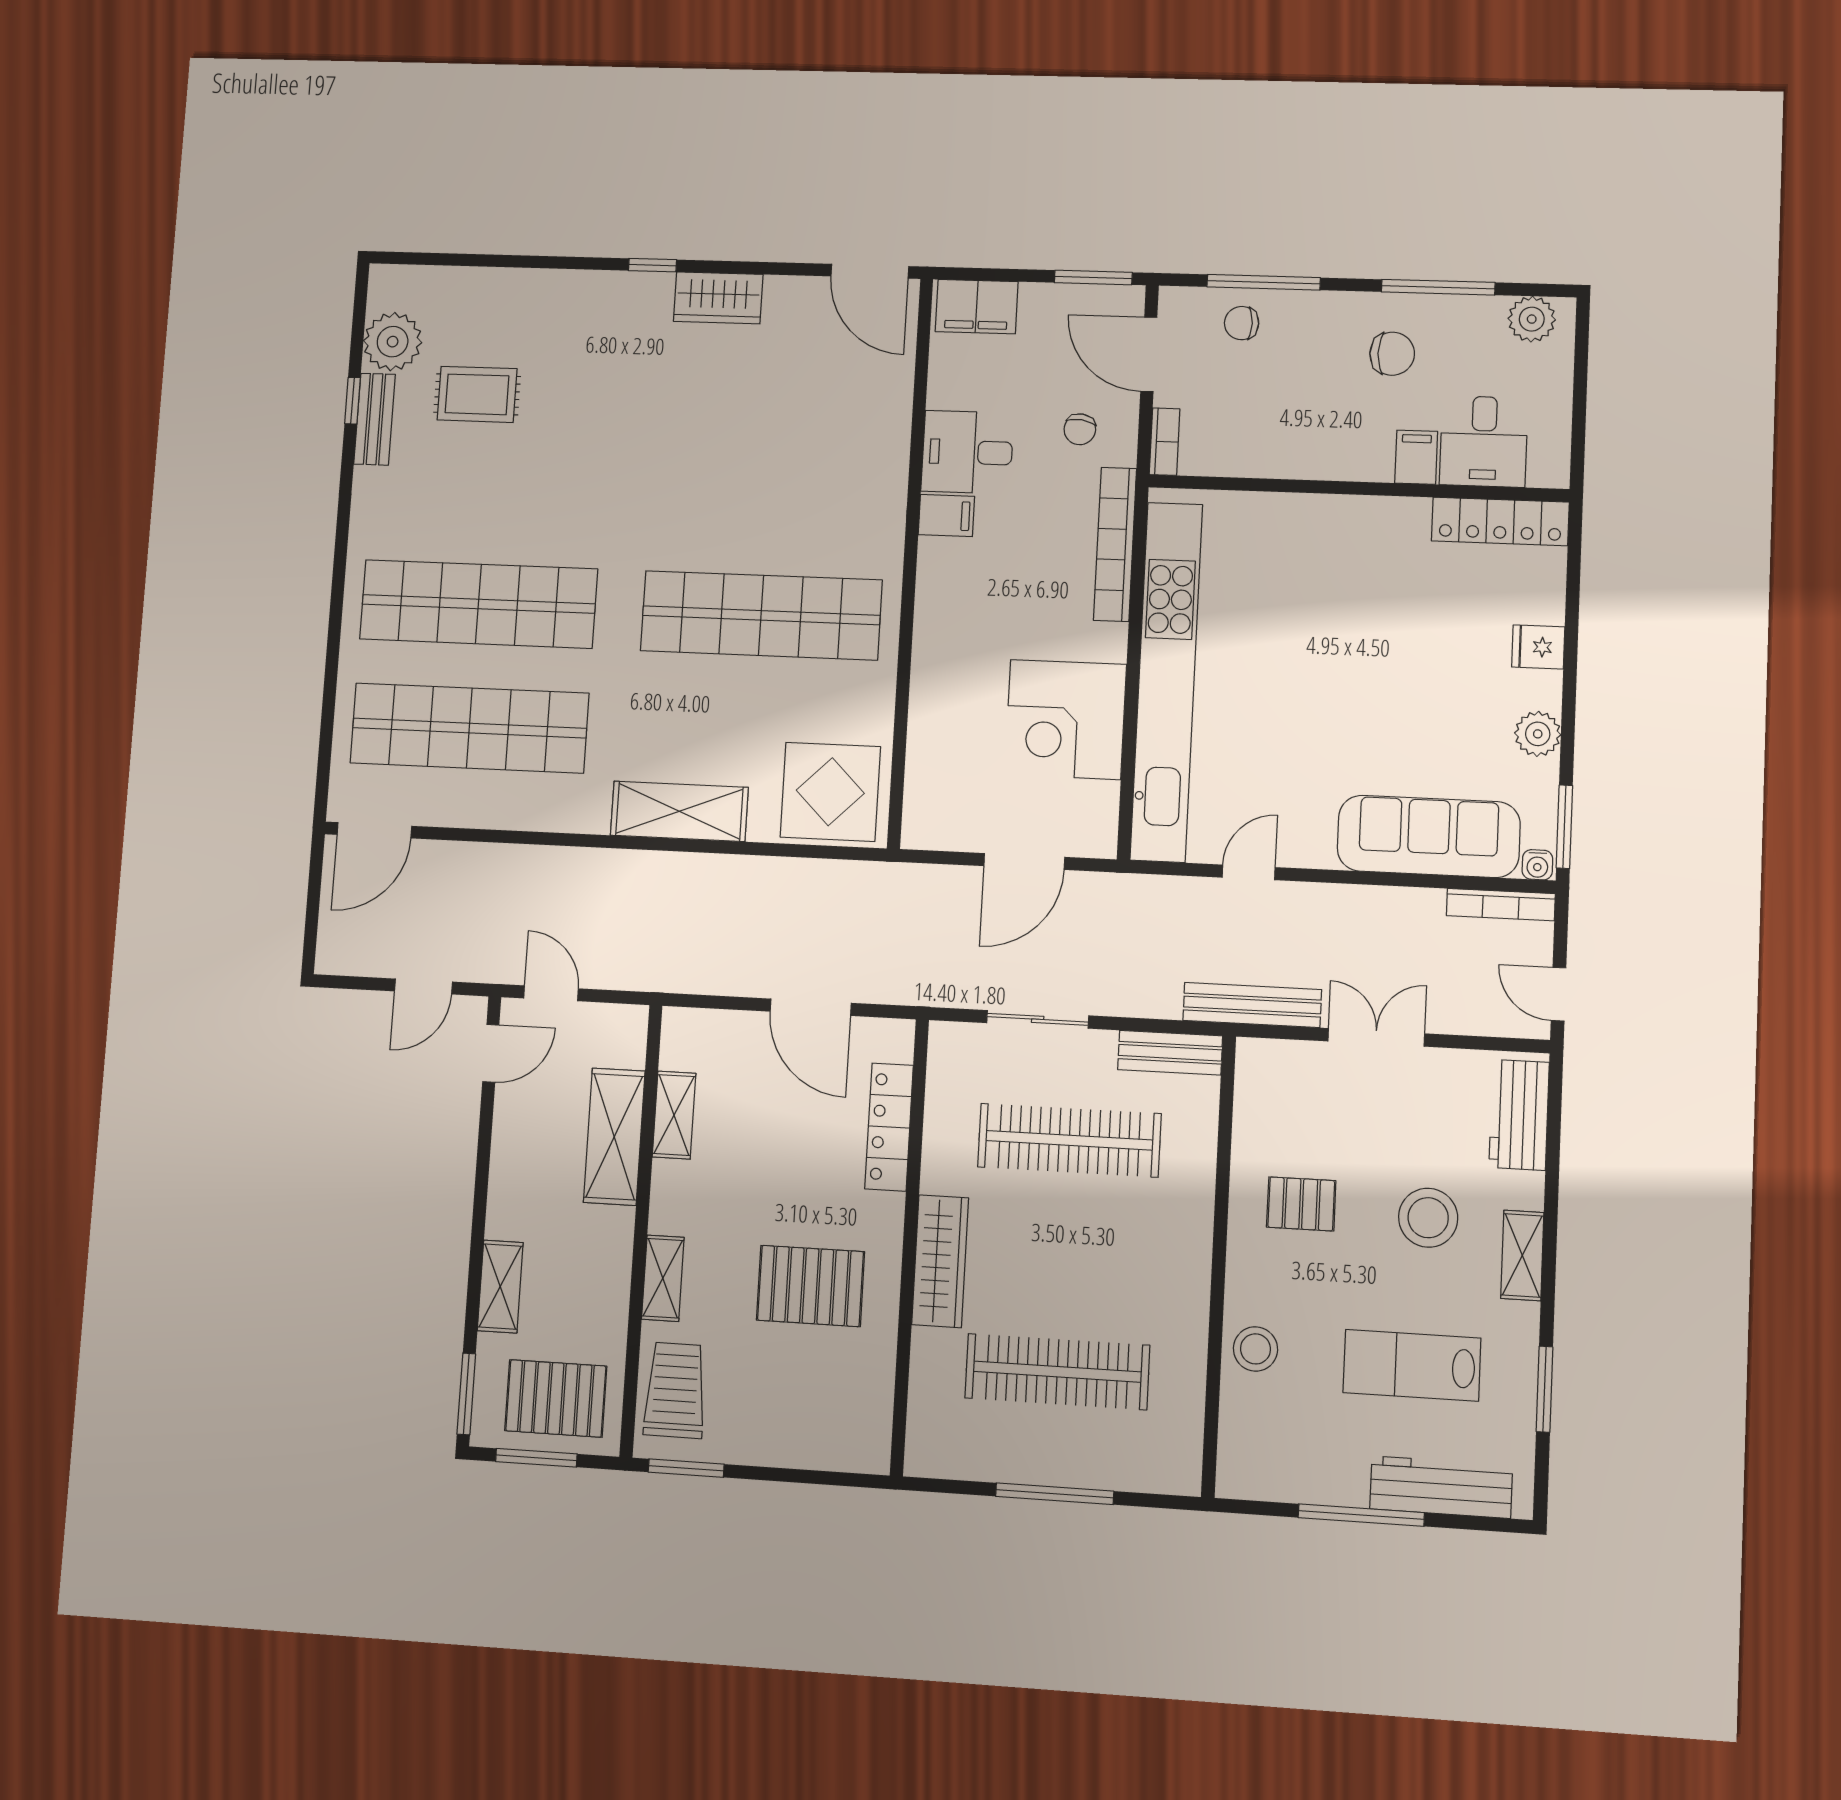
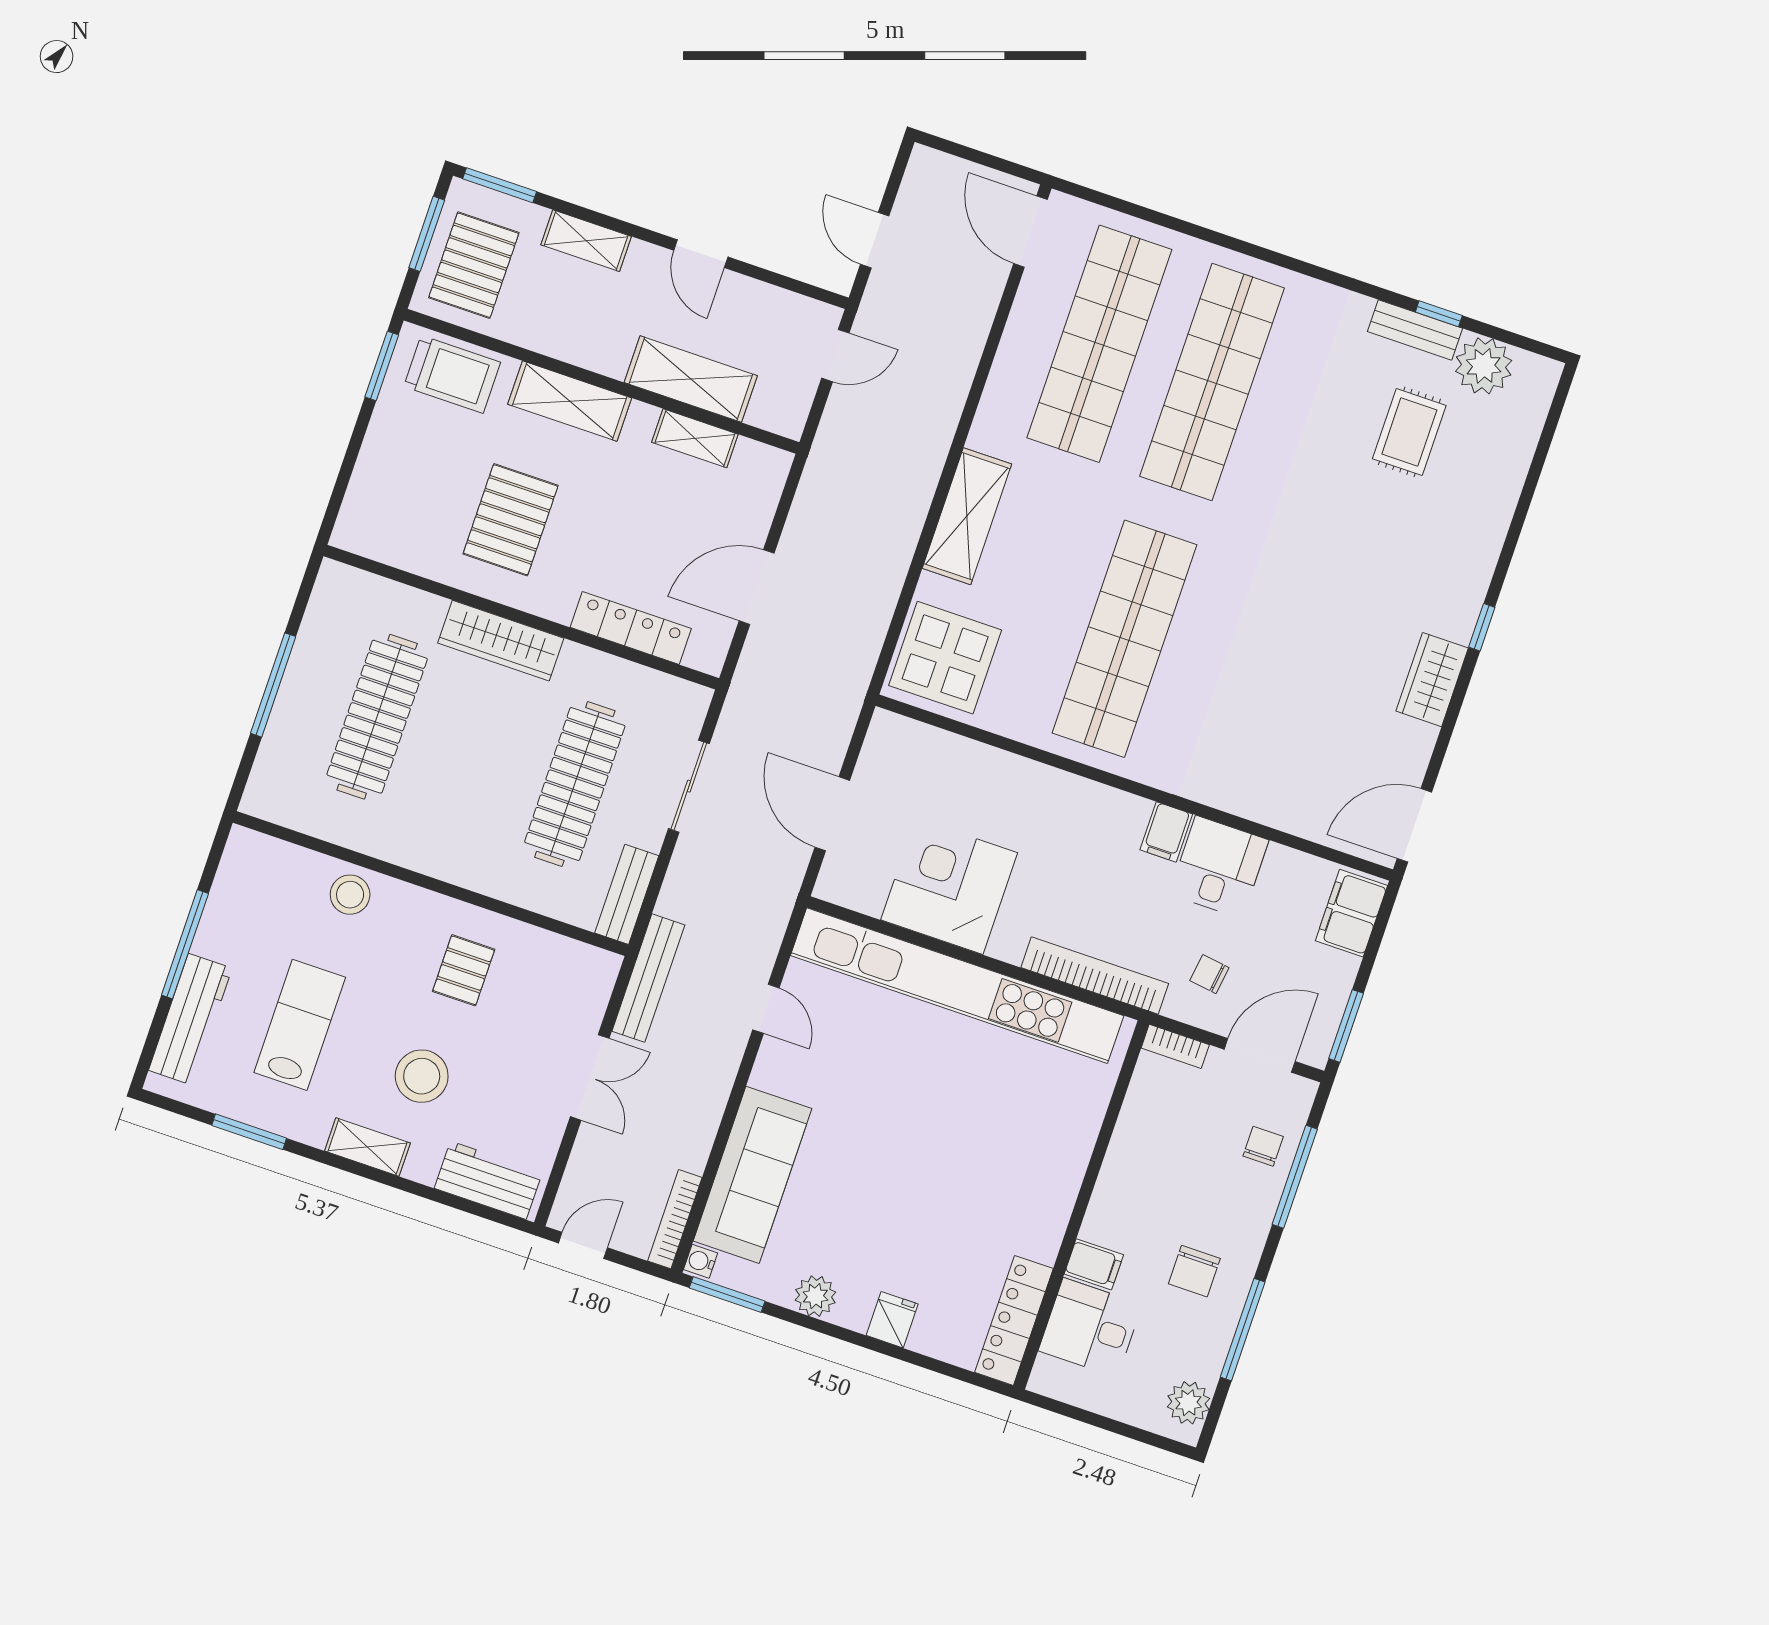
door: (491, 1053) -> (701, 254), moved
shelving: (663, 1278) -> (570, 401), width x1.50, depth x1.33

